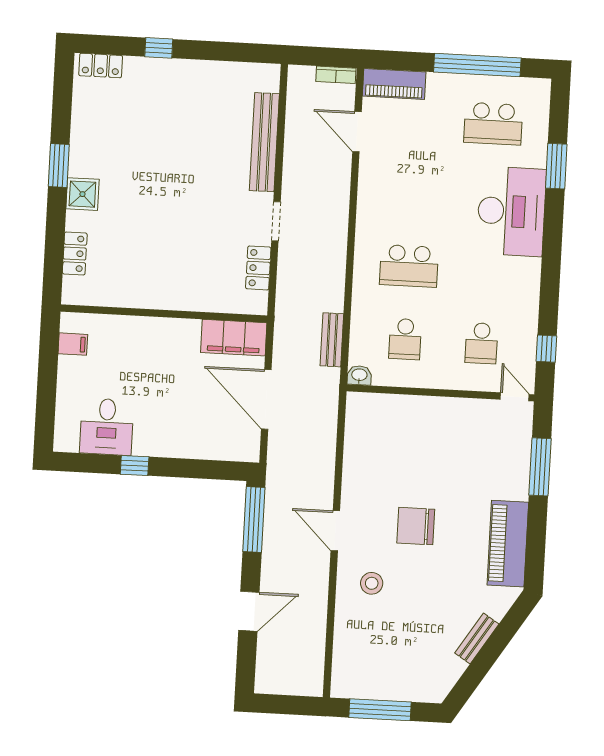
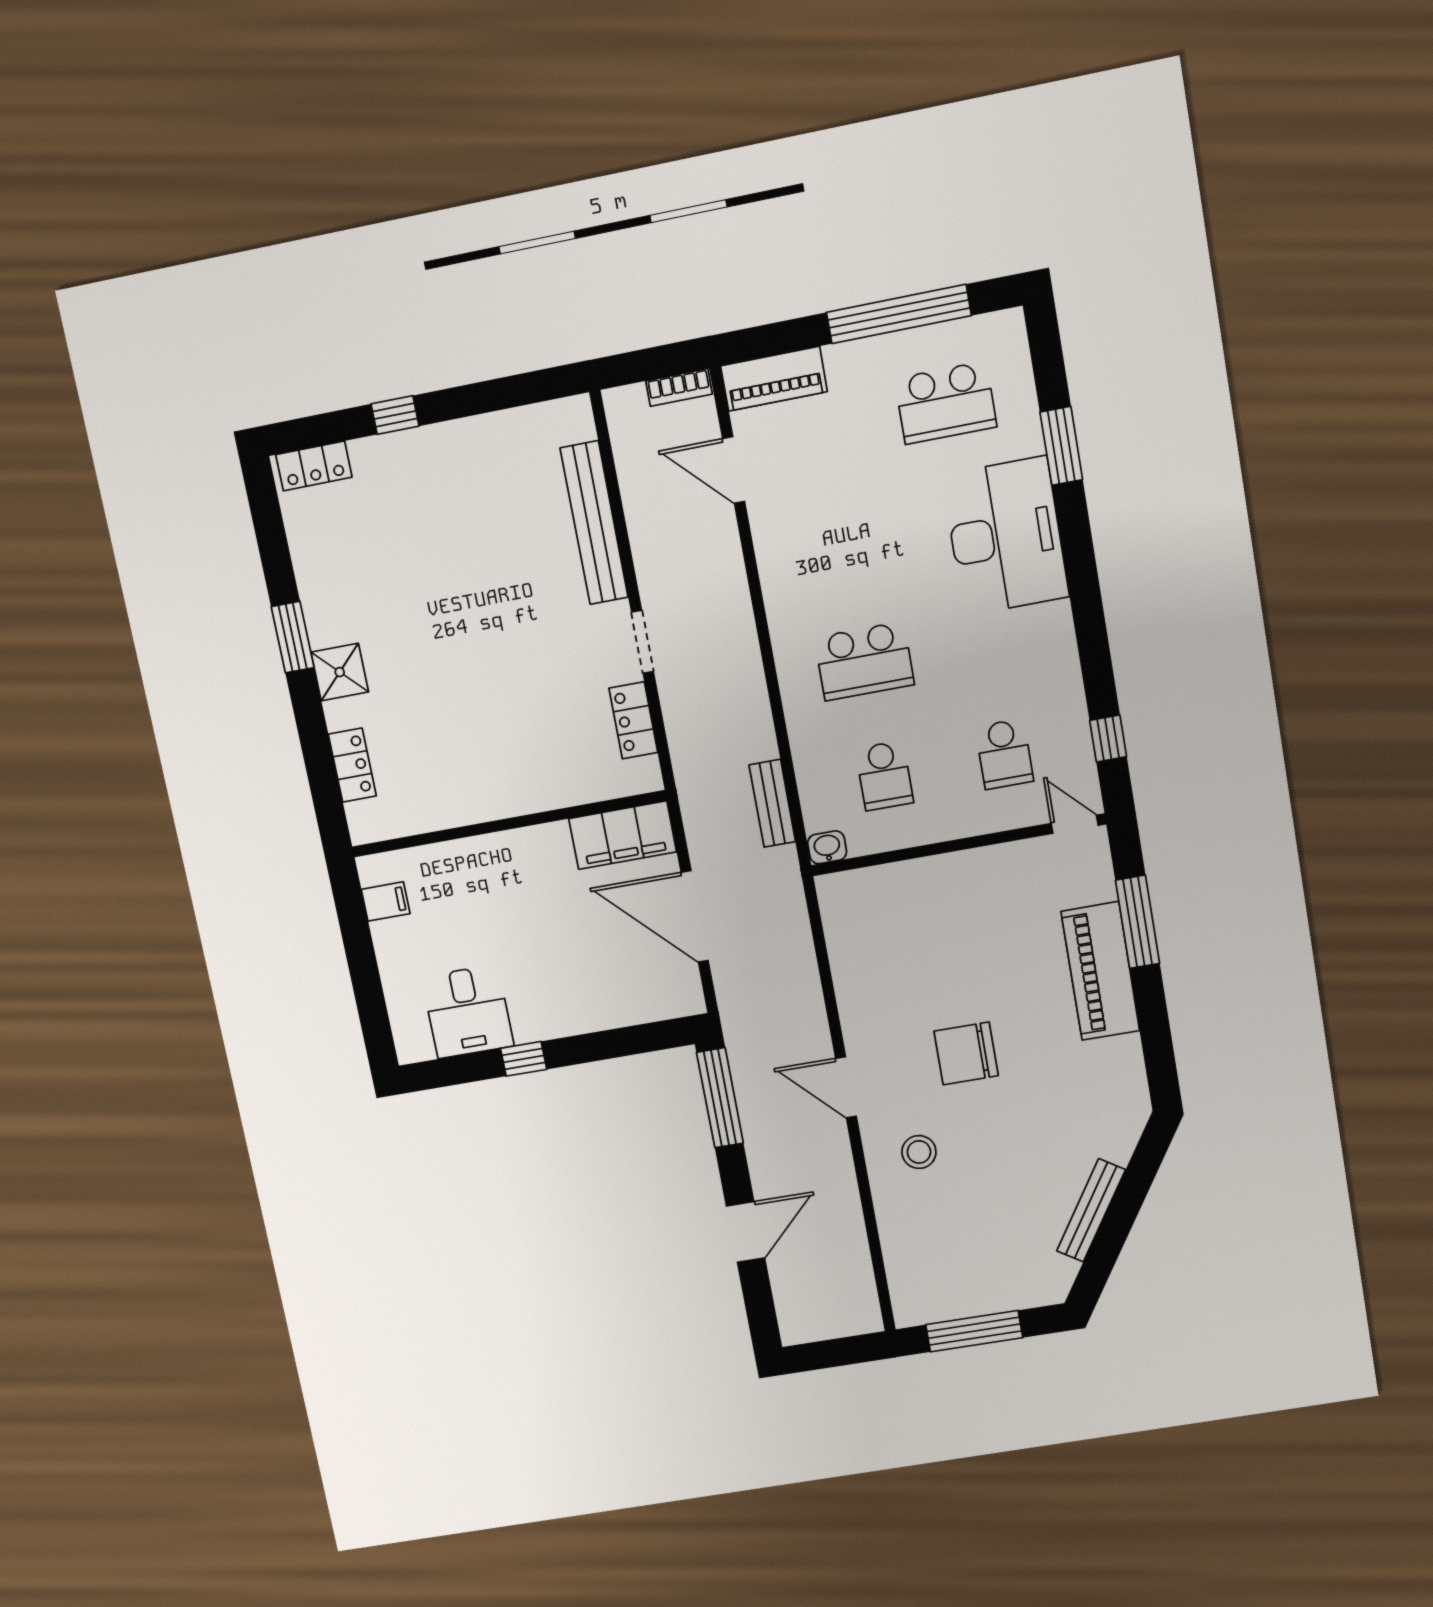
piano: (508, 544) -> (1100, 971), moved
bench: (477, 639) -> (1091, 1210), width x1.36

